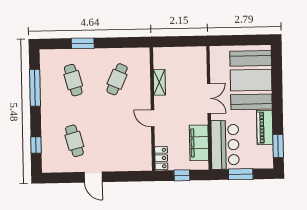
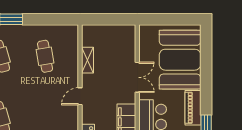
cafe table: (117, 79) -> (45, 56), turned -33
door: (153, 118) -> (80, 96), hinge flipped

